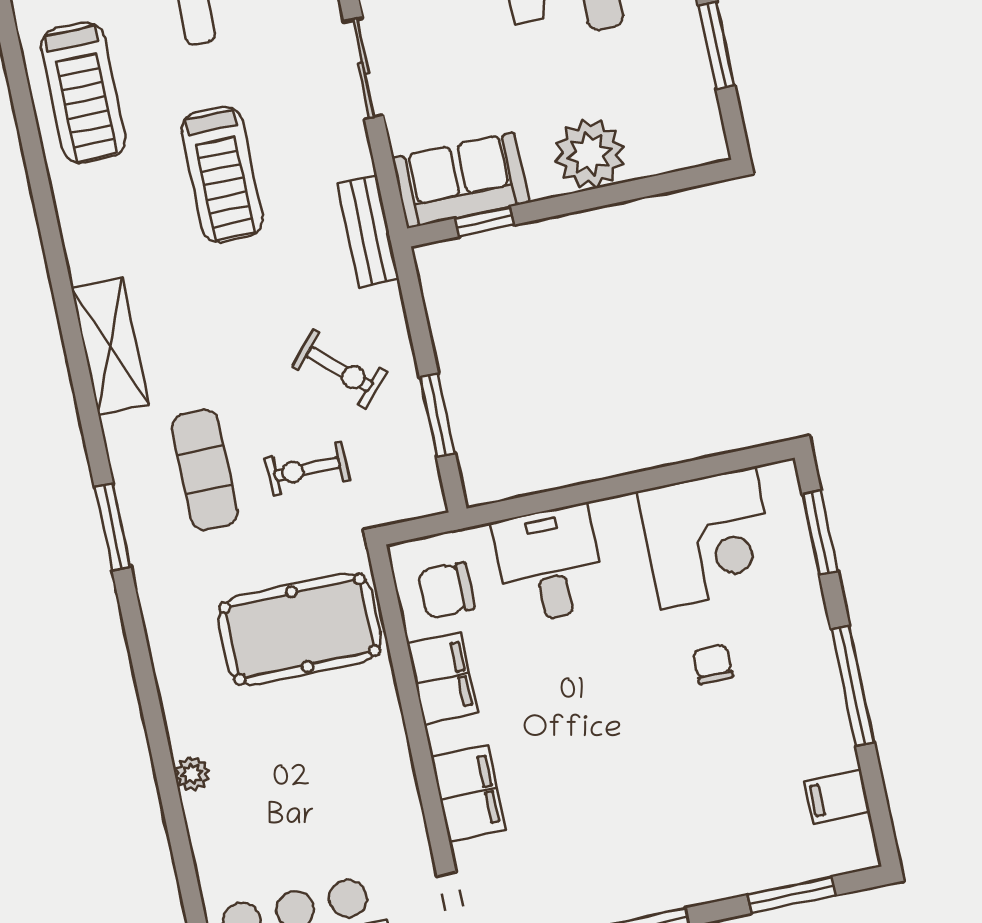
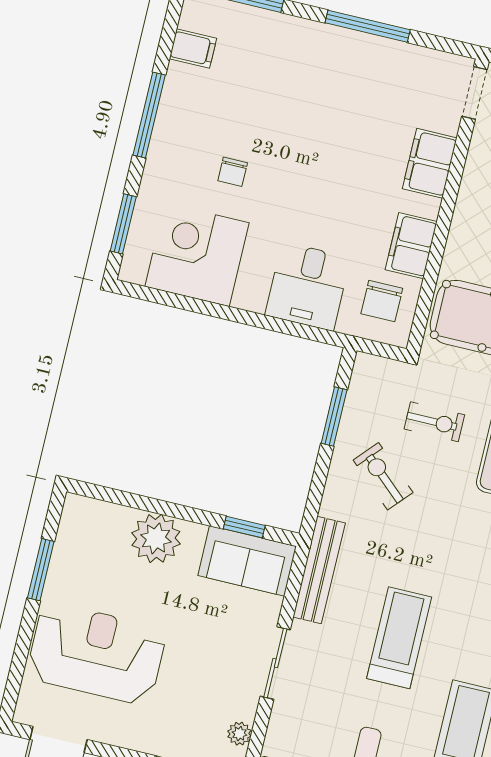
bench: (368, 231) -> (319, 570), width x1.36
chair: (446, 590) -> (382, 301), turned 90

